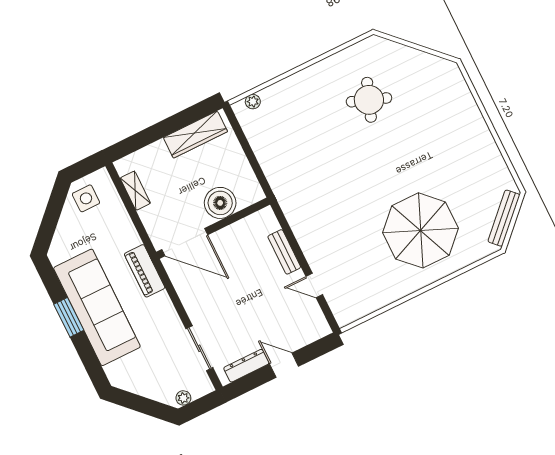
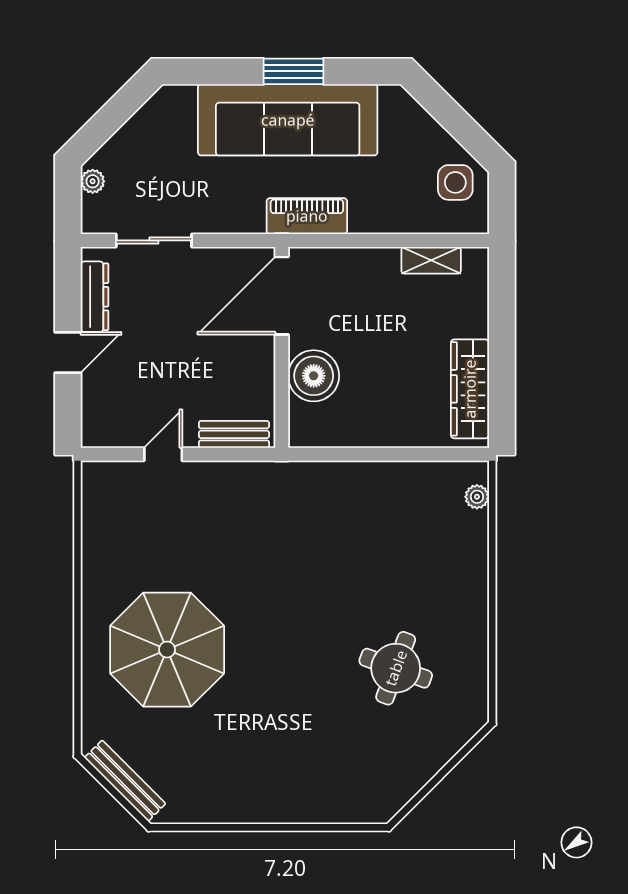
boiler: (220, 203) -> (314, 376), moved
wall: (213, 228) -> (282, 347), moved
door: (185, 242) -> (282, 296), moved

